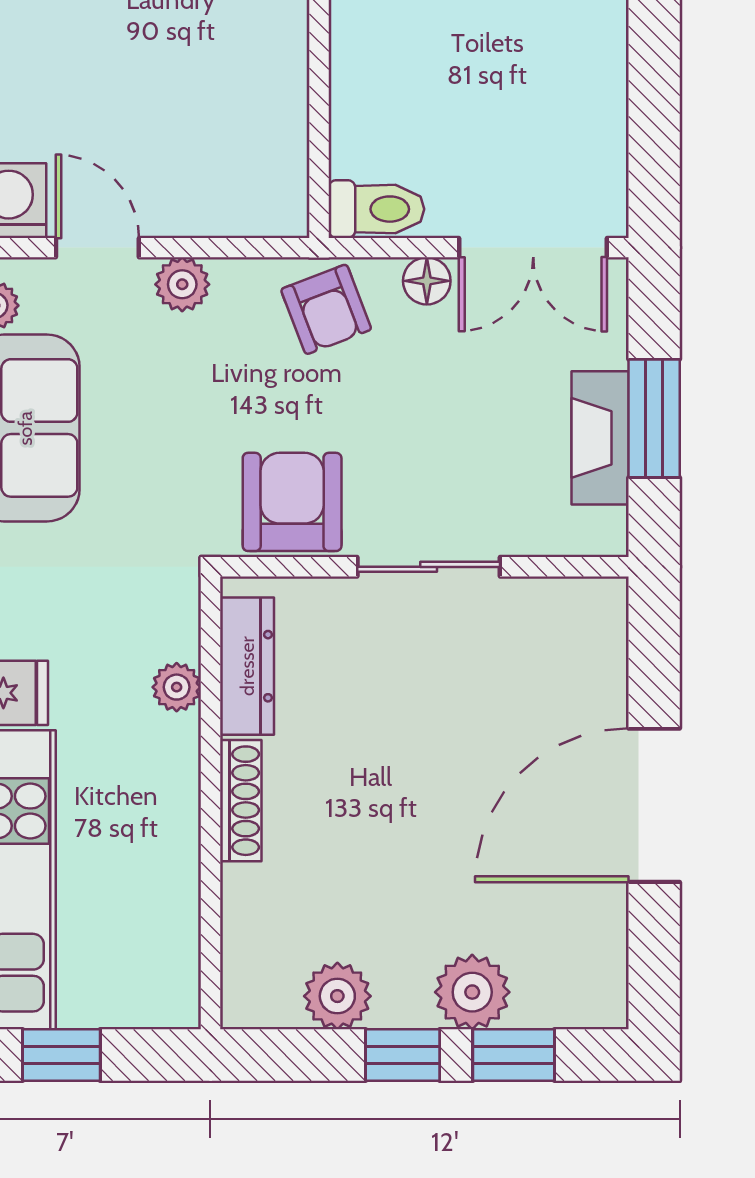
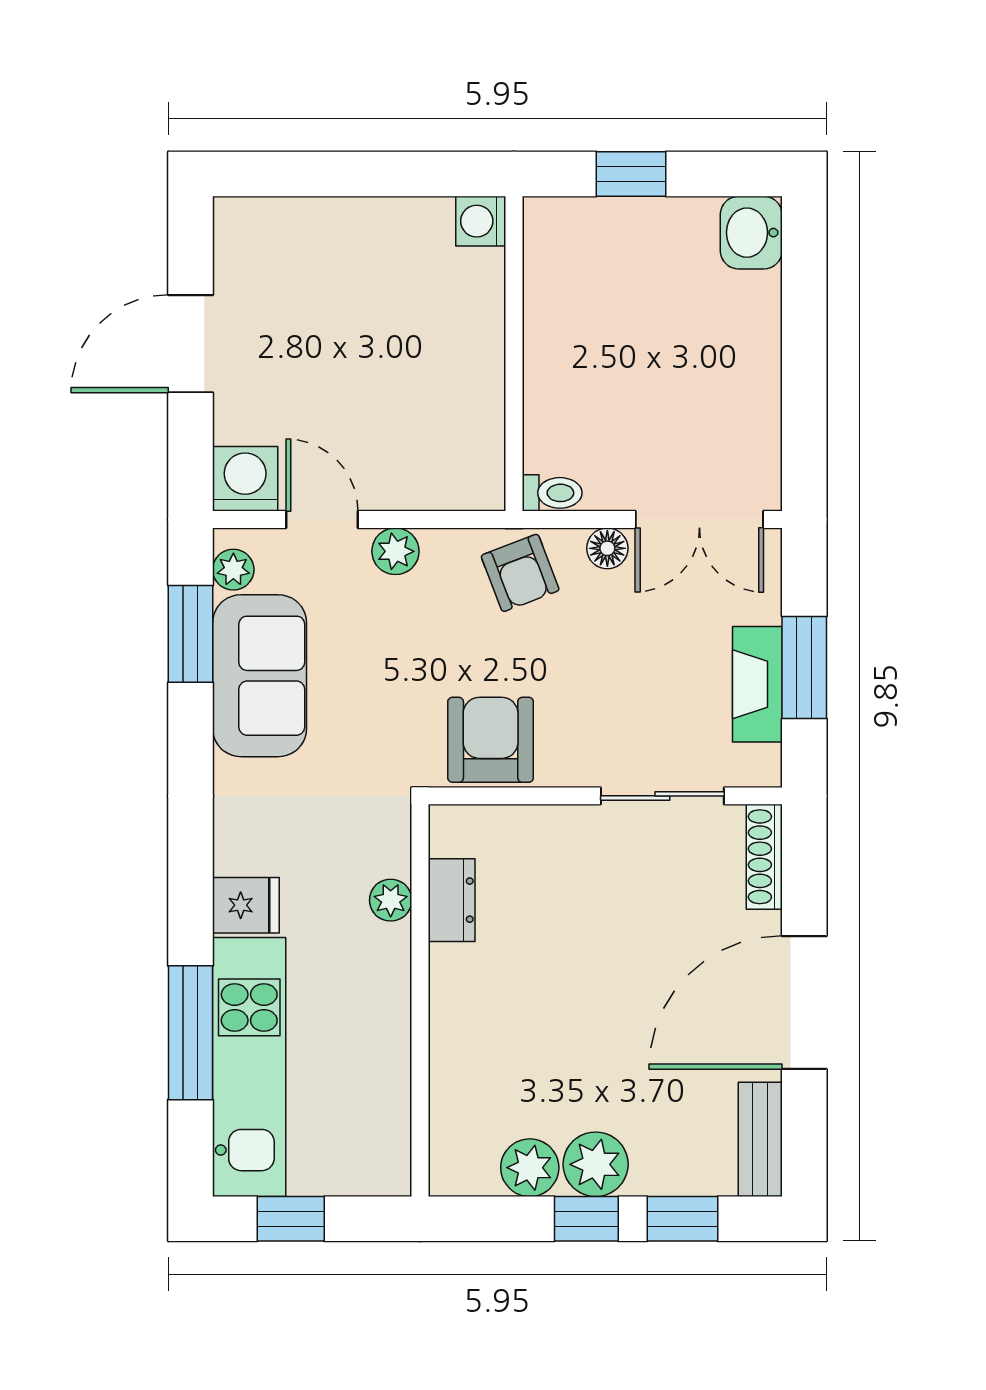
toilet: (376, 209) -> (552, 493), width x0.73, depth x0.72
sliding door: (429, 567) -> (662, 796), moved
dresser: (247, 666) -> (452, 900), width x0.70
shoe rack: (241, 801) -> (764, 857), moved, turned 180
bench: (603, 963) -> (760, 1139), added
plant: (472, 992) -> (596, 1164), moved

